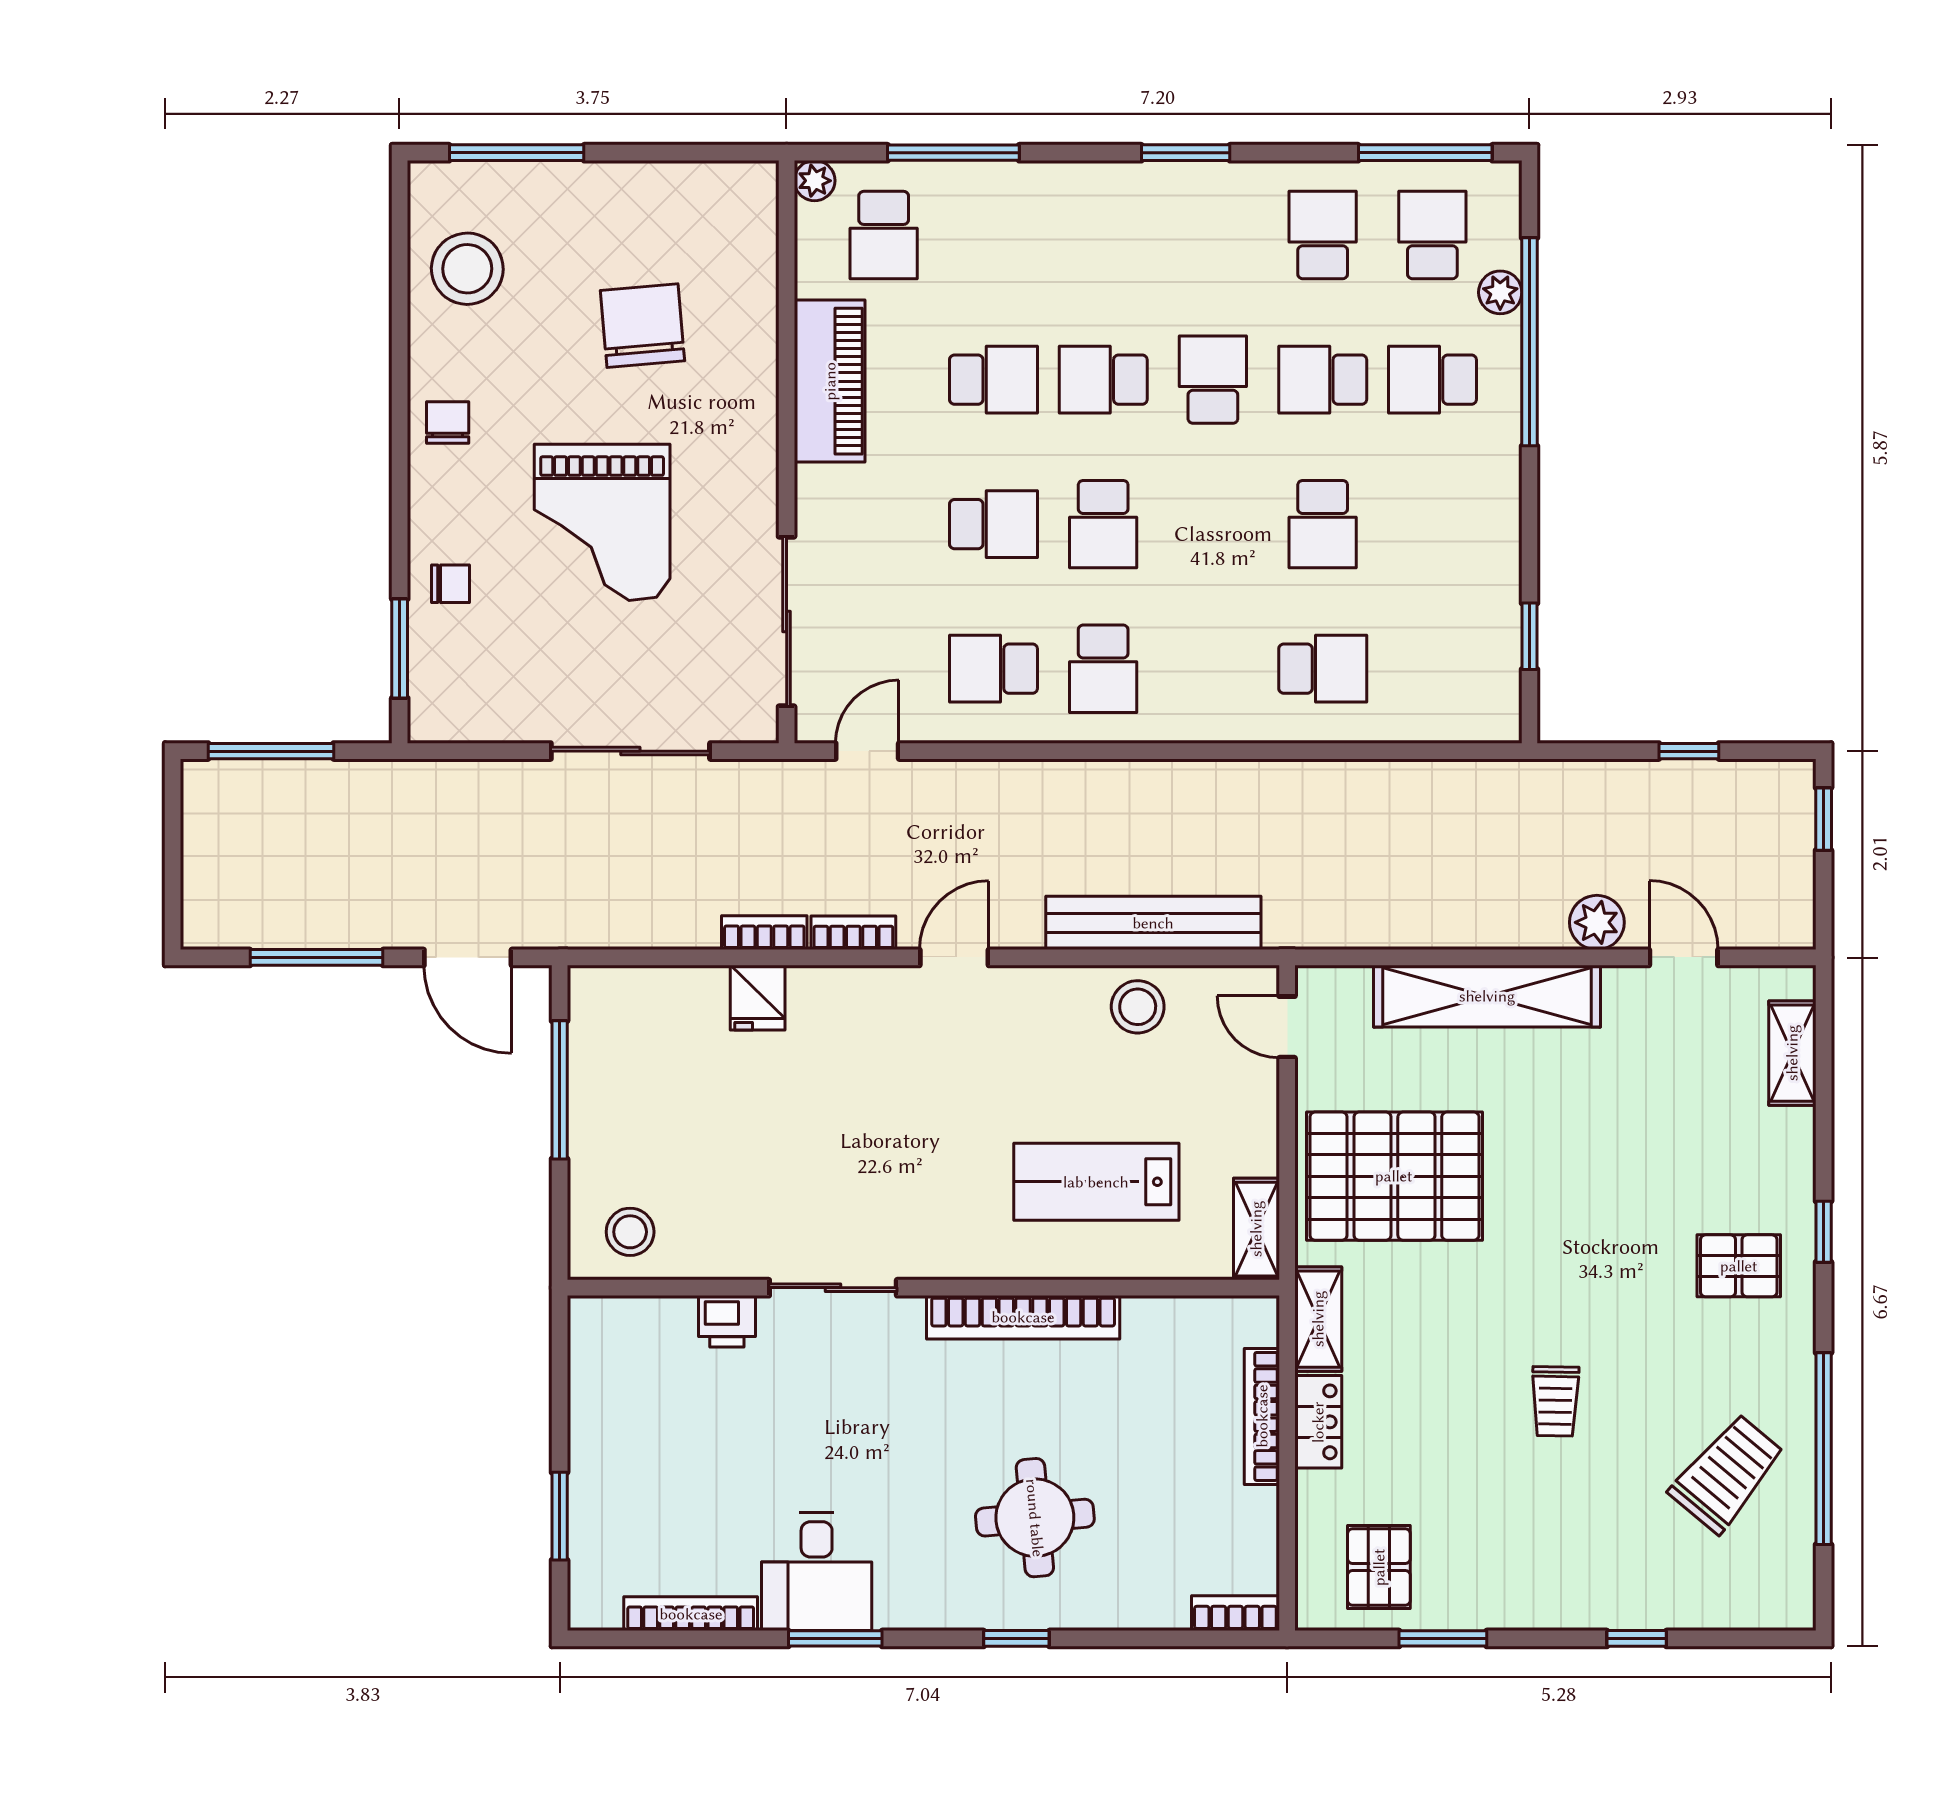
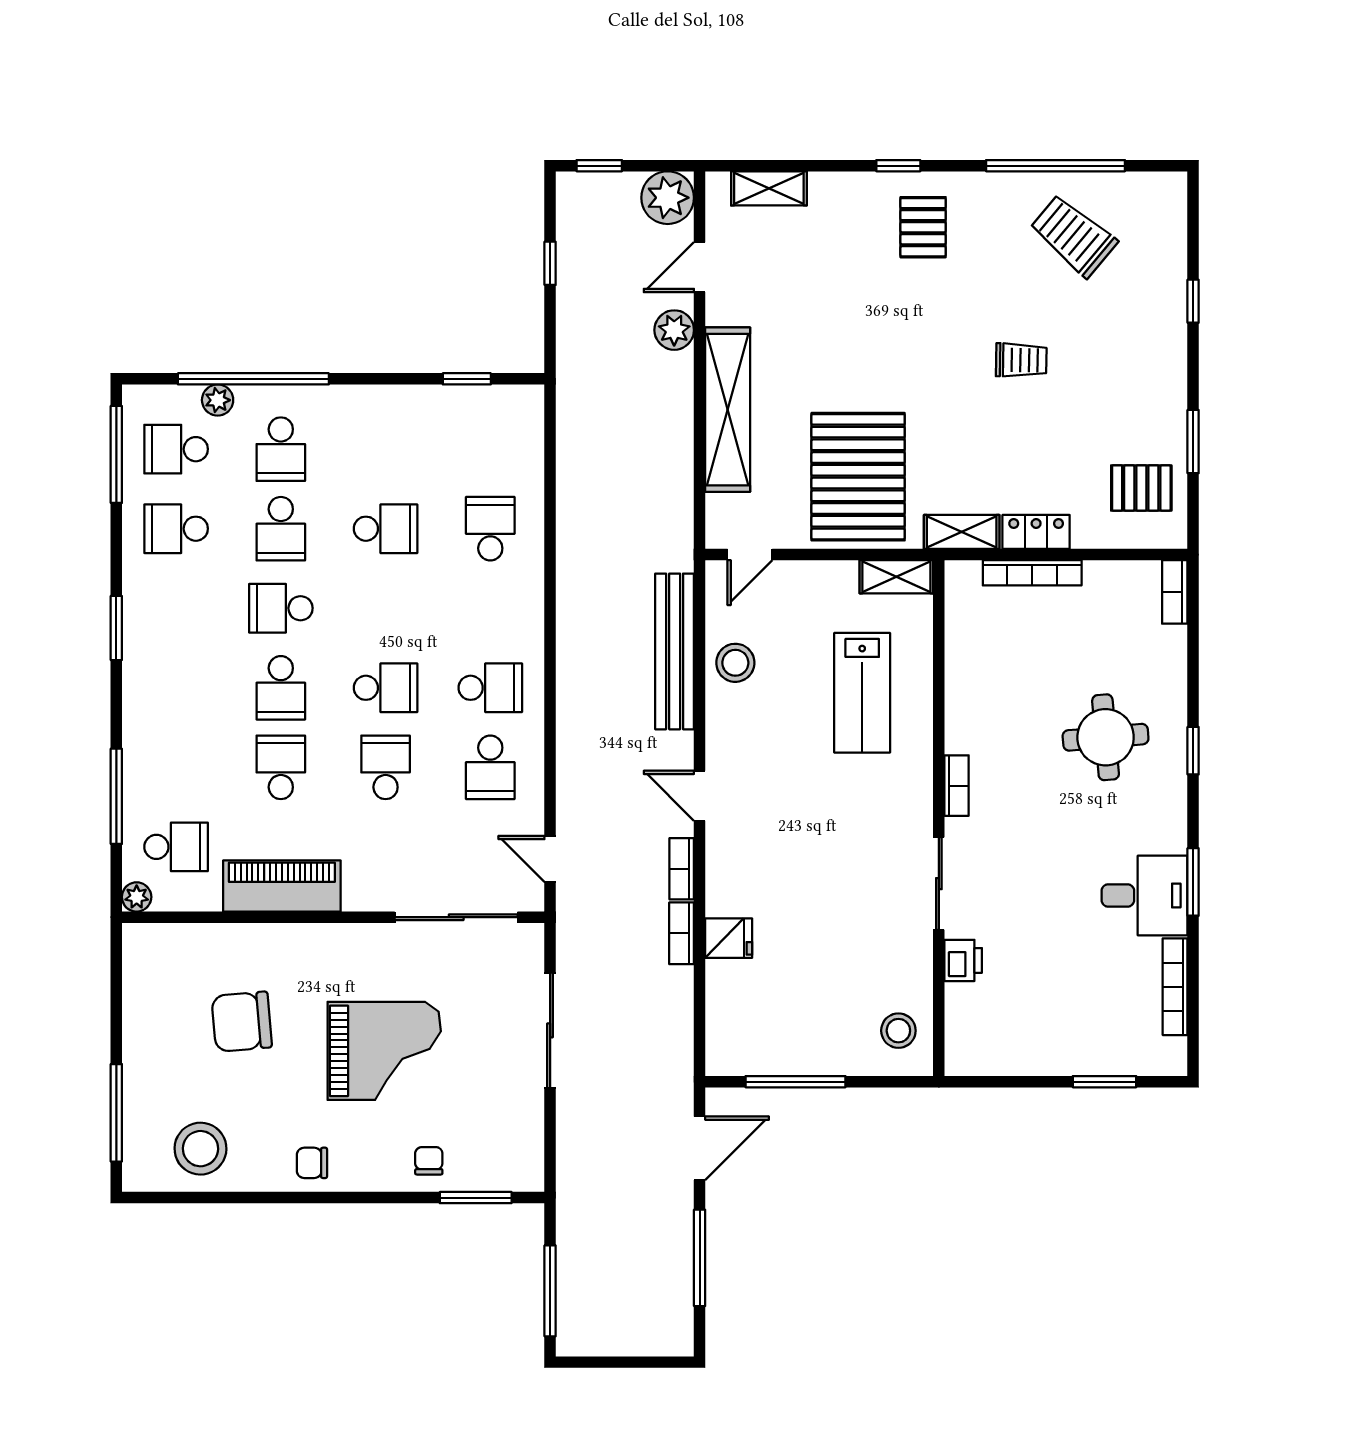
plant: (1779, 913) -> (668, 198), added
bookcase: (1023, 1317) -> (957, 786), width x0.43, depth x0.76

